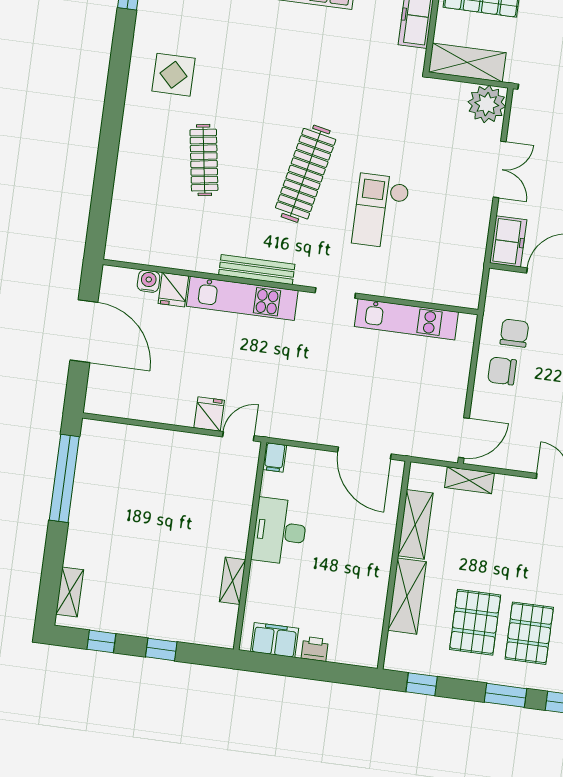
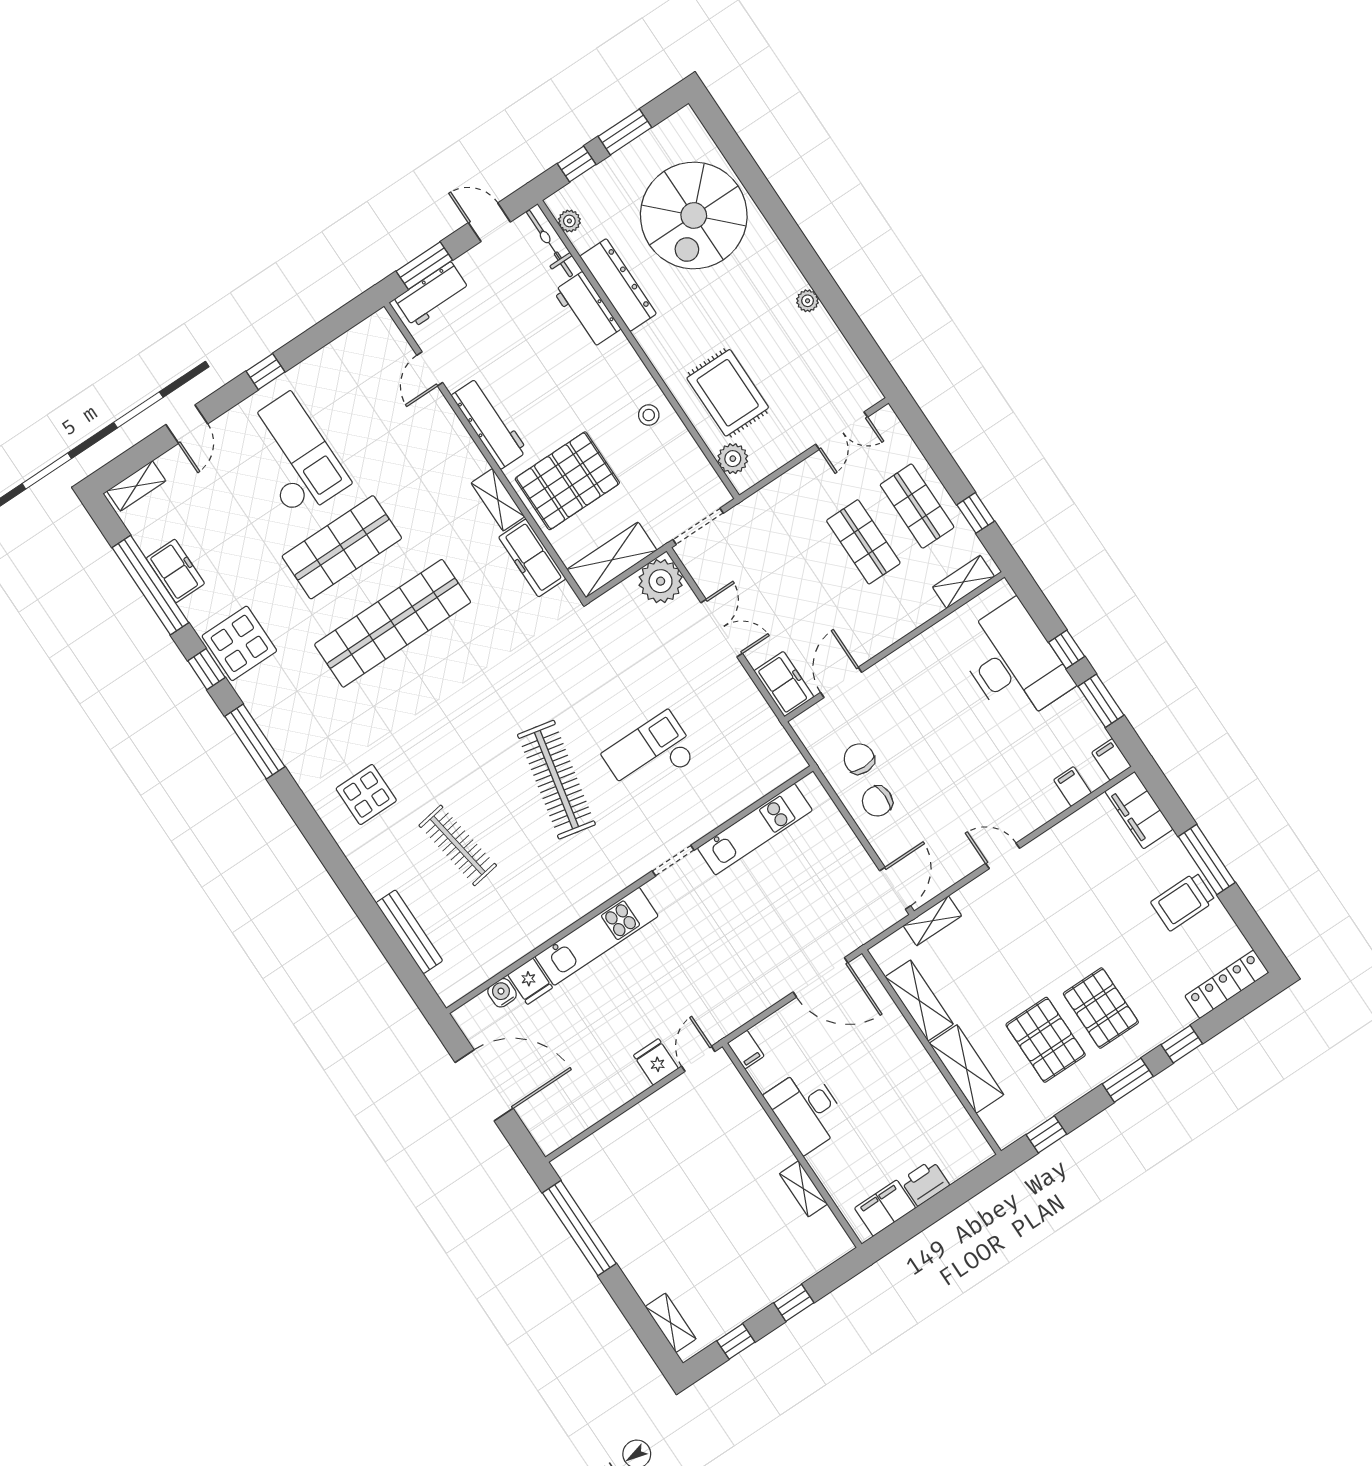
checkout: (381, 211) -> (650, 755), turned 90
bench: (257, 270) -> (409, 932), moved, turned 90
printer: (315, 649) -> (925, 1183), width x1.36, depth x1.24

